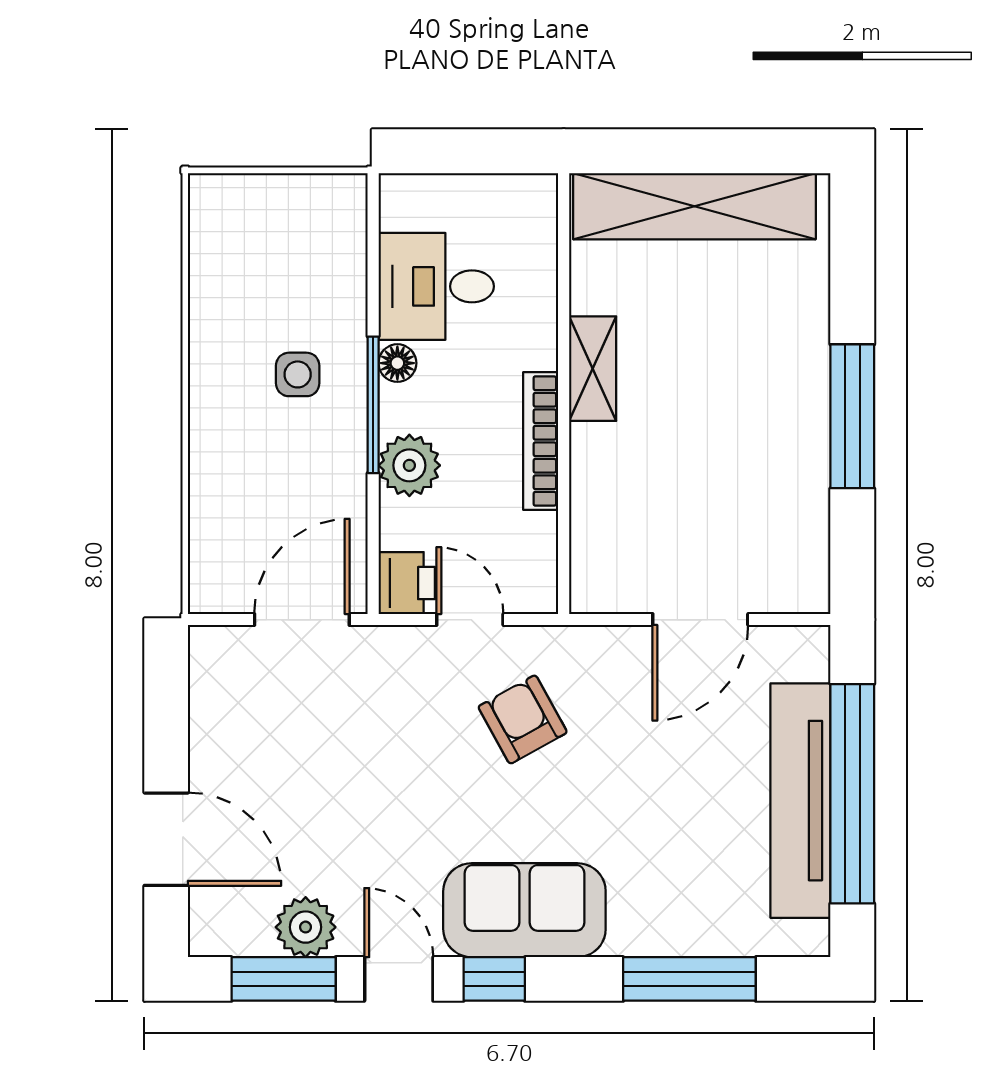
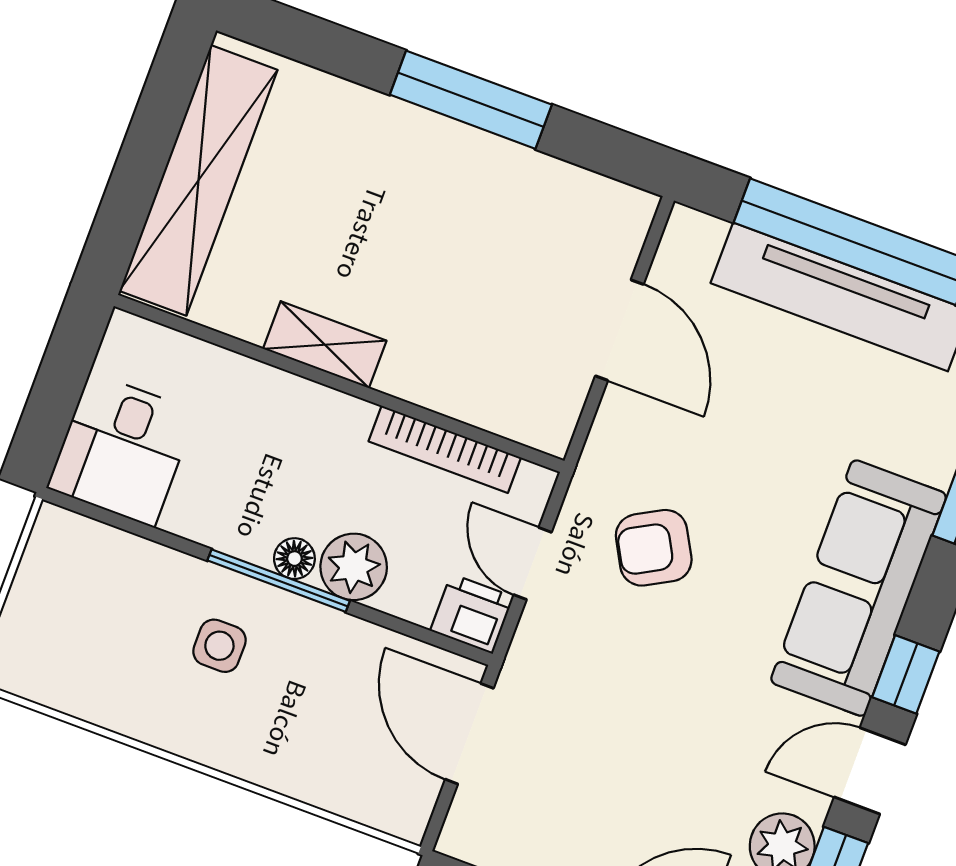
desk: (436, 286) -> (122, 450), moved
floor lamp: (397, 363) -> (294, 559), moved
bookcase: (541, 441) -> (445, 449), moved
door: (470, 620) -> (533, 563), hinge flipped
sofa: (524, 910) -> (859, 588), width x1.36

